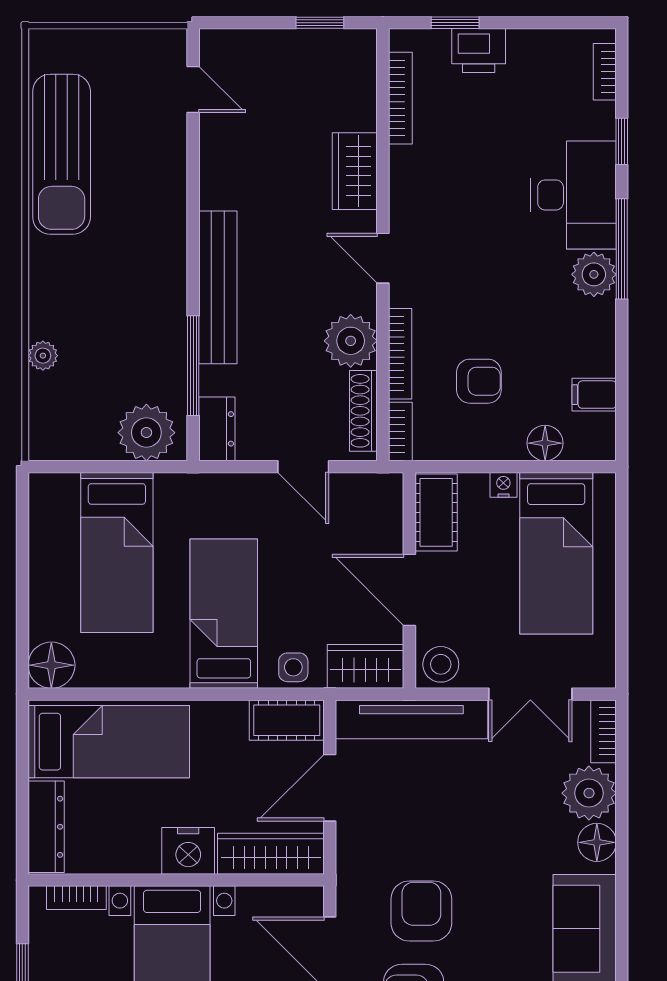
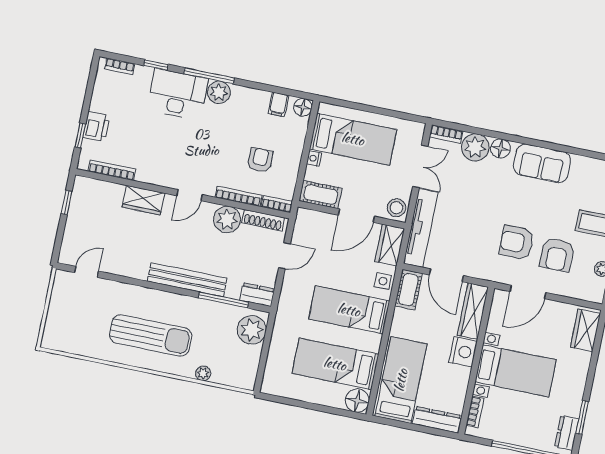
sun lounger: (62, 154) -> (151, 335), moved
floor lamp: (545, 443) -> (303, 107), moved
bed: (117, 552) -> (335, 364), moved, turned 180

